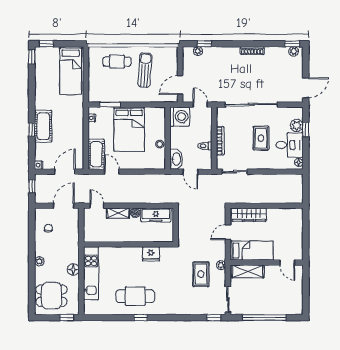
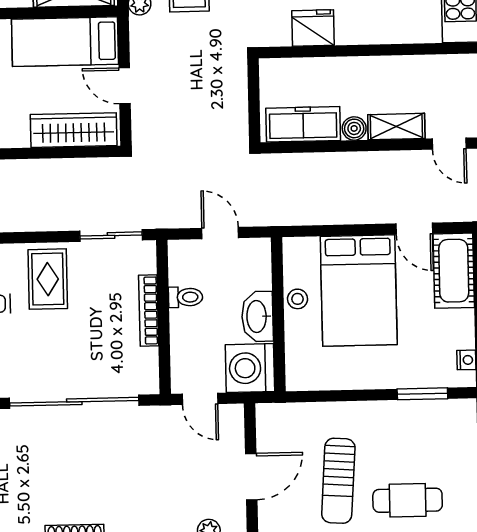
door: (180, 85) -> (251, 477), moved
bed: (129, 129) -> (359, 291), moved, turned 180
rug: (261, 138) -> (48, 279), moved
washbasin: (176, 159) -> (257, 316), moved
door: (228, 232) -> (125, 86), swing flipped

